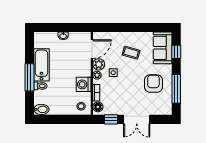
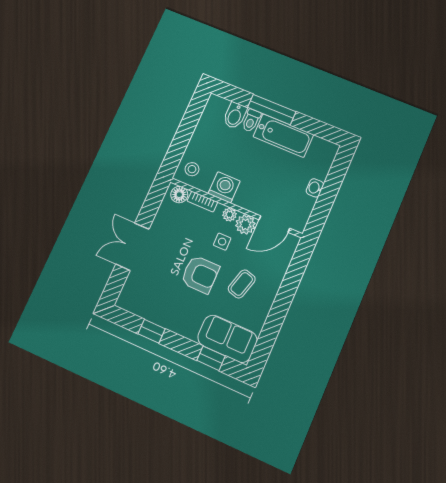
door: (92, 49) -> (274, 224), hinge flipped
armchair: (153, 84) -> (200, 274), moved
window: (176, 89) -> (152, 331), width x0.46
bidet: (41, 109) -> (235, 116), moved
window: (111, 119) -> (151, 207), removed

